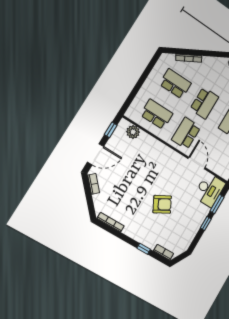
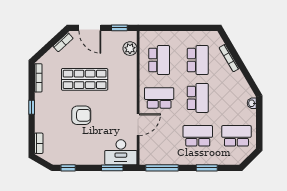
school desk: (204, 103) -> (198, 98), turned -90
shop shelf: (135, 184) -> (85, 79), added
armchair: (162, 204) -> (81, 115), turned -62
window: (206, 223) -> (68, 168), moved
window: (144, 249) -> (32, 107), moved

